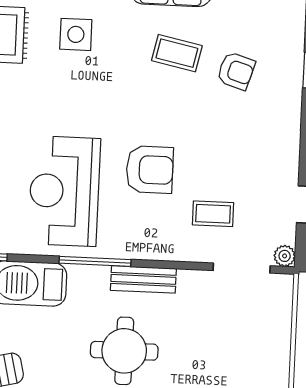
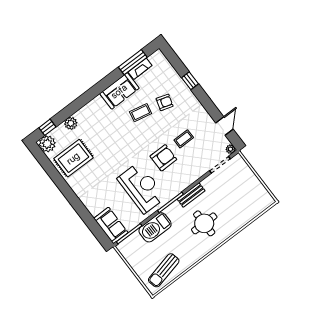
side table: (76, 34) -> (103, 134), removed
reception desk: (64, 191) -> (142, 188), turned 180
coffee table: (213, 214) -> (184, 139), moved

